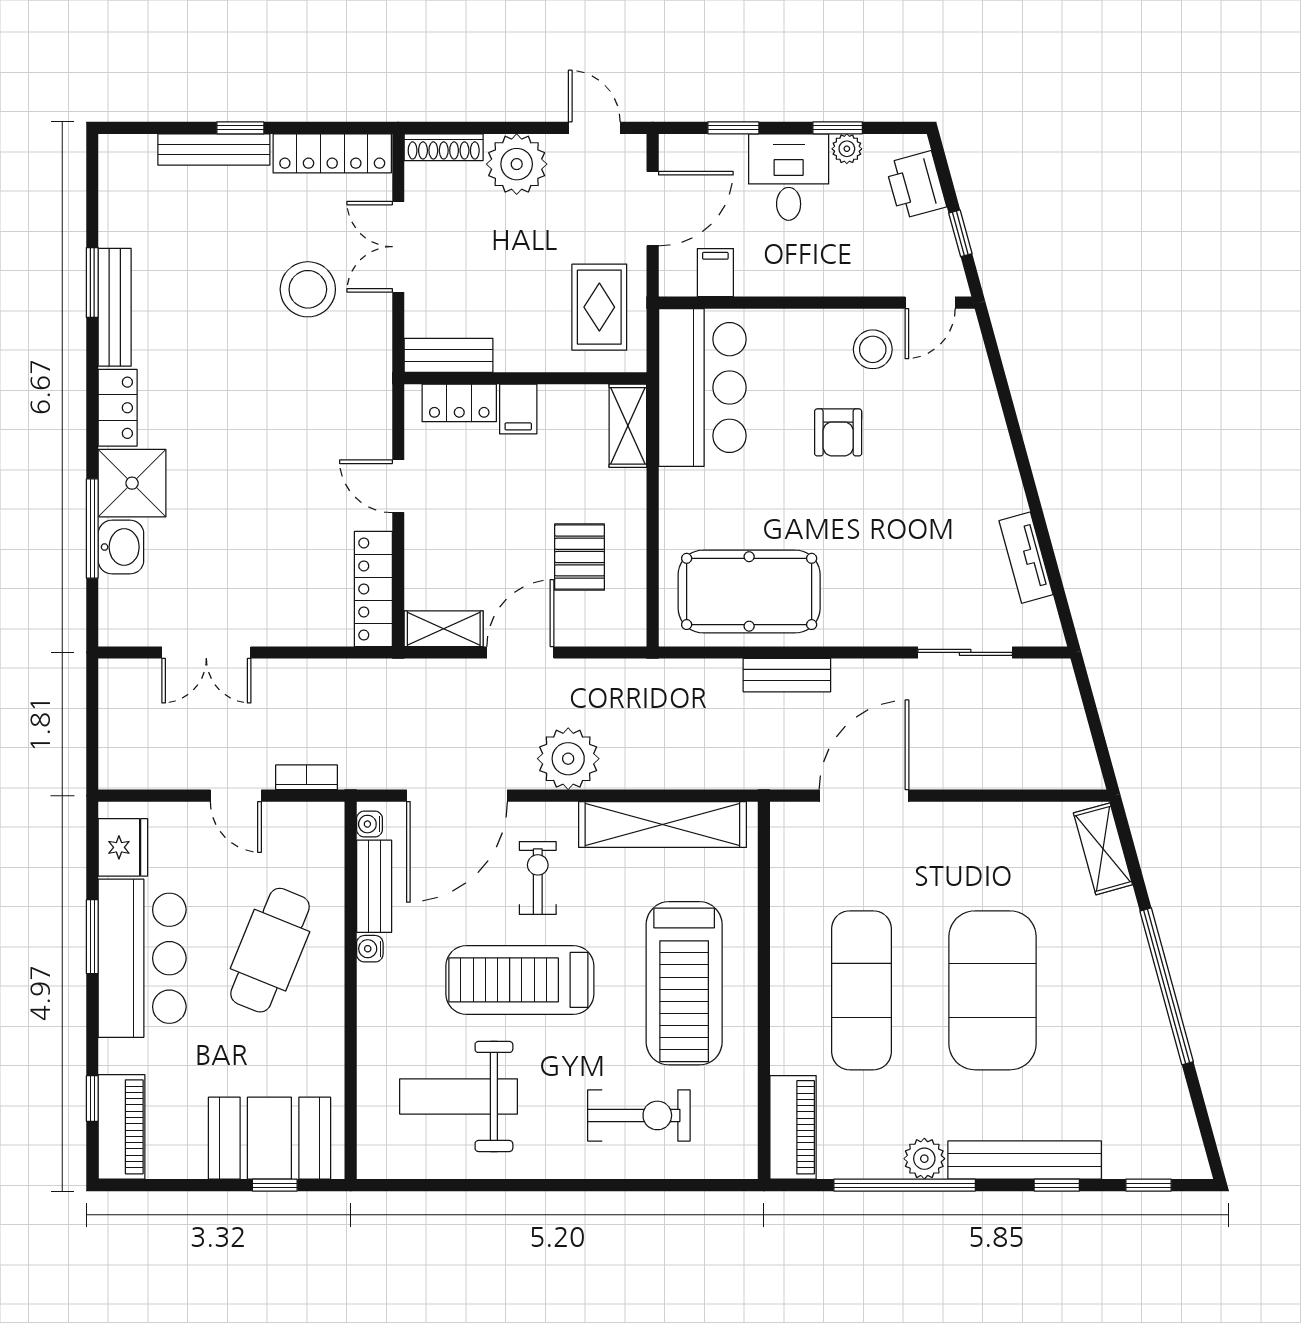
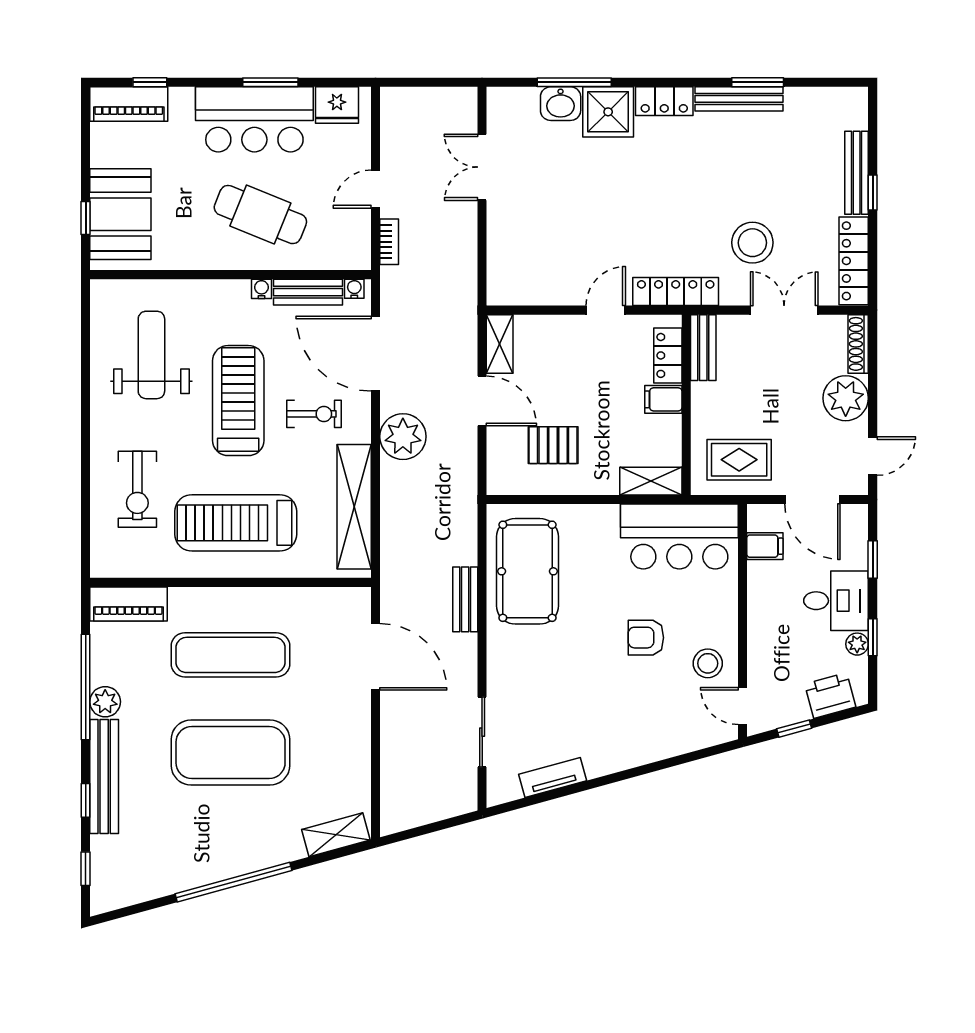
locker: (373, 589) -> (676, 291), moved

